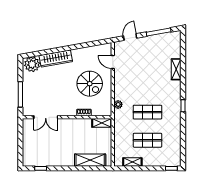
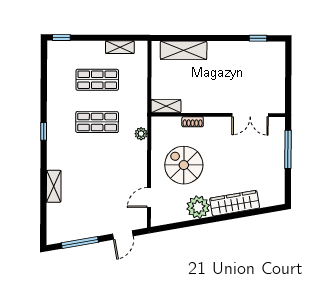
door: (113, 62) -> (149, 198), swing flipped
plant: (32, 64) -> (198, 207), moved
double door: (46, 117) -> (250, 115), swing flipped

